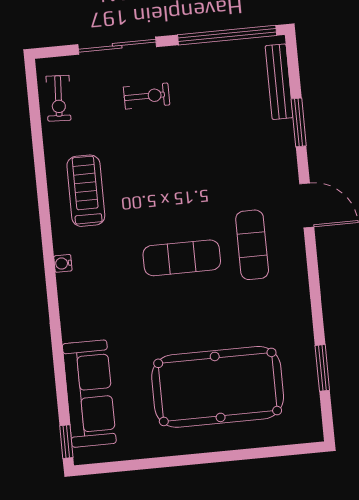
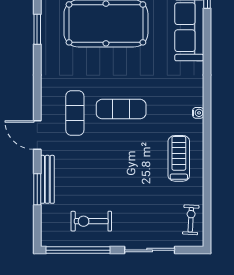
bench: (279, 82) -> (47, 179), moved
exercise bike: (147, 96) -> (91, 221), moved, width x1.38, depth x1.39
treadmill: (86, 191) -> (179, 158), turned 180

